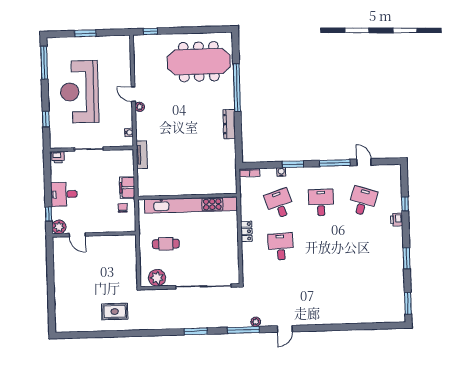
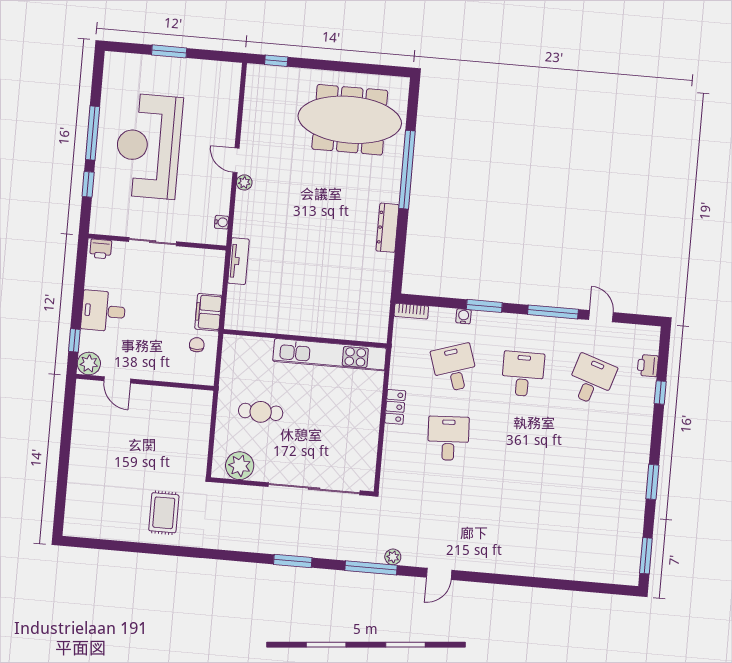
window: (44, 63) -> (93, 133), moved
kitchen unit: (191, 205) -> (330, 355), width x0.73
printer: (397, 220) -> (648, 366), moved
rug: (115, 311) -> (164, 513), turned 90

